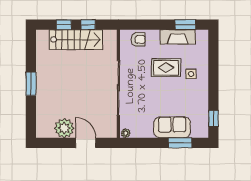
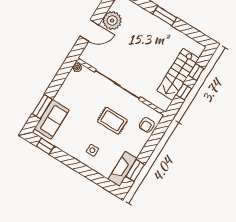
fireplace: (178, 37) -> (122, 169), moved
rug: (166, 68) -> (112, 121), moved, turned 90
sofa: (172, 127) -> (52, 119), moved

